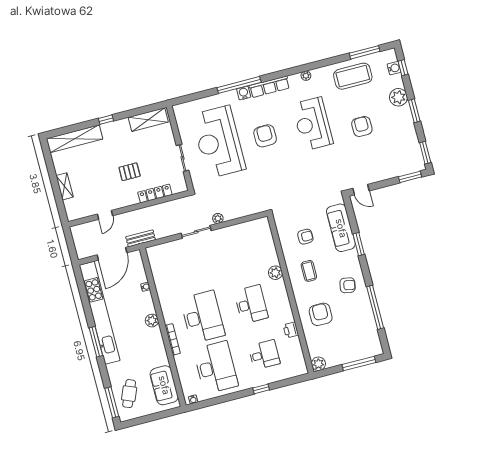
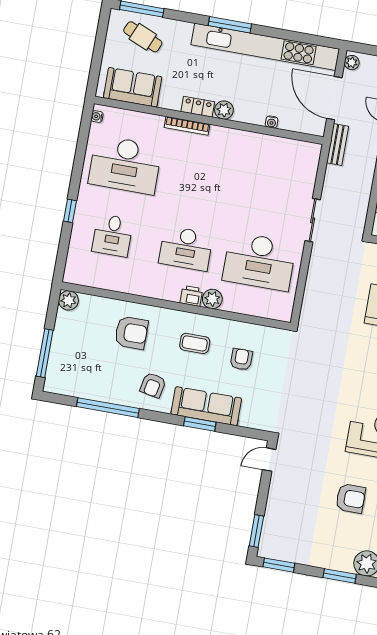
plant: (218, 218) -> (352, 63), moved
sofa: (341, 228) -> (206, 406), moved
armchair: (305, 237) -> (241, 359), turned 180
desk: (202, 317) -> (259, 261), moved
printer: (291, 330) -> (191, 296), moved
locker: (157, 338) -> (198, 107), added

